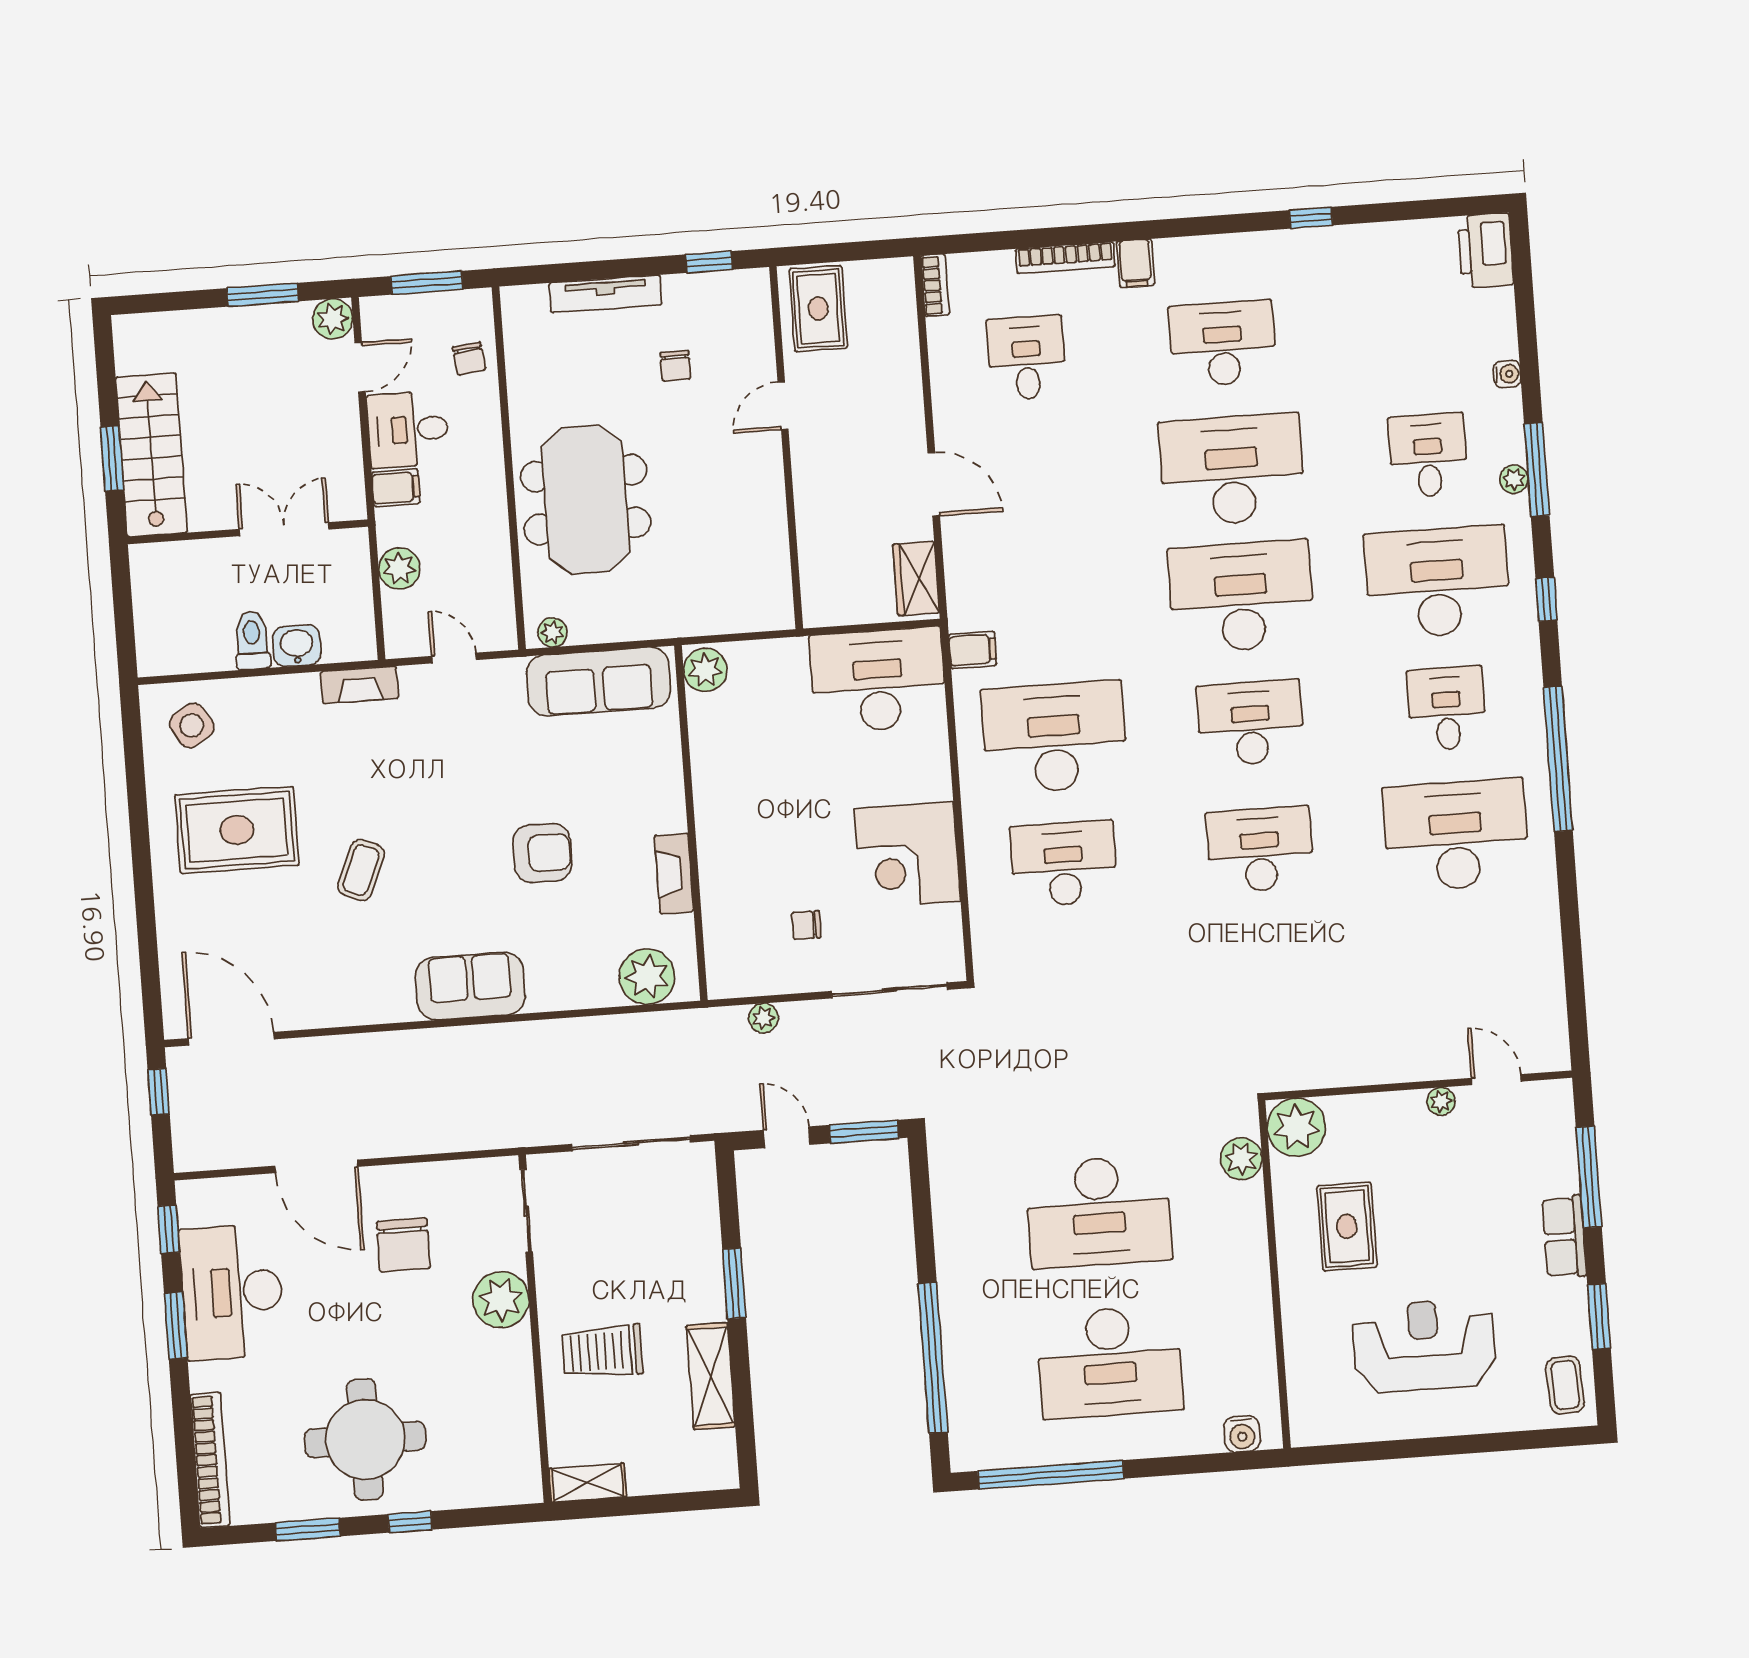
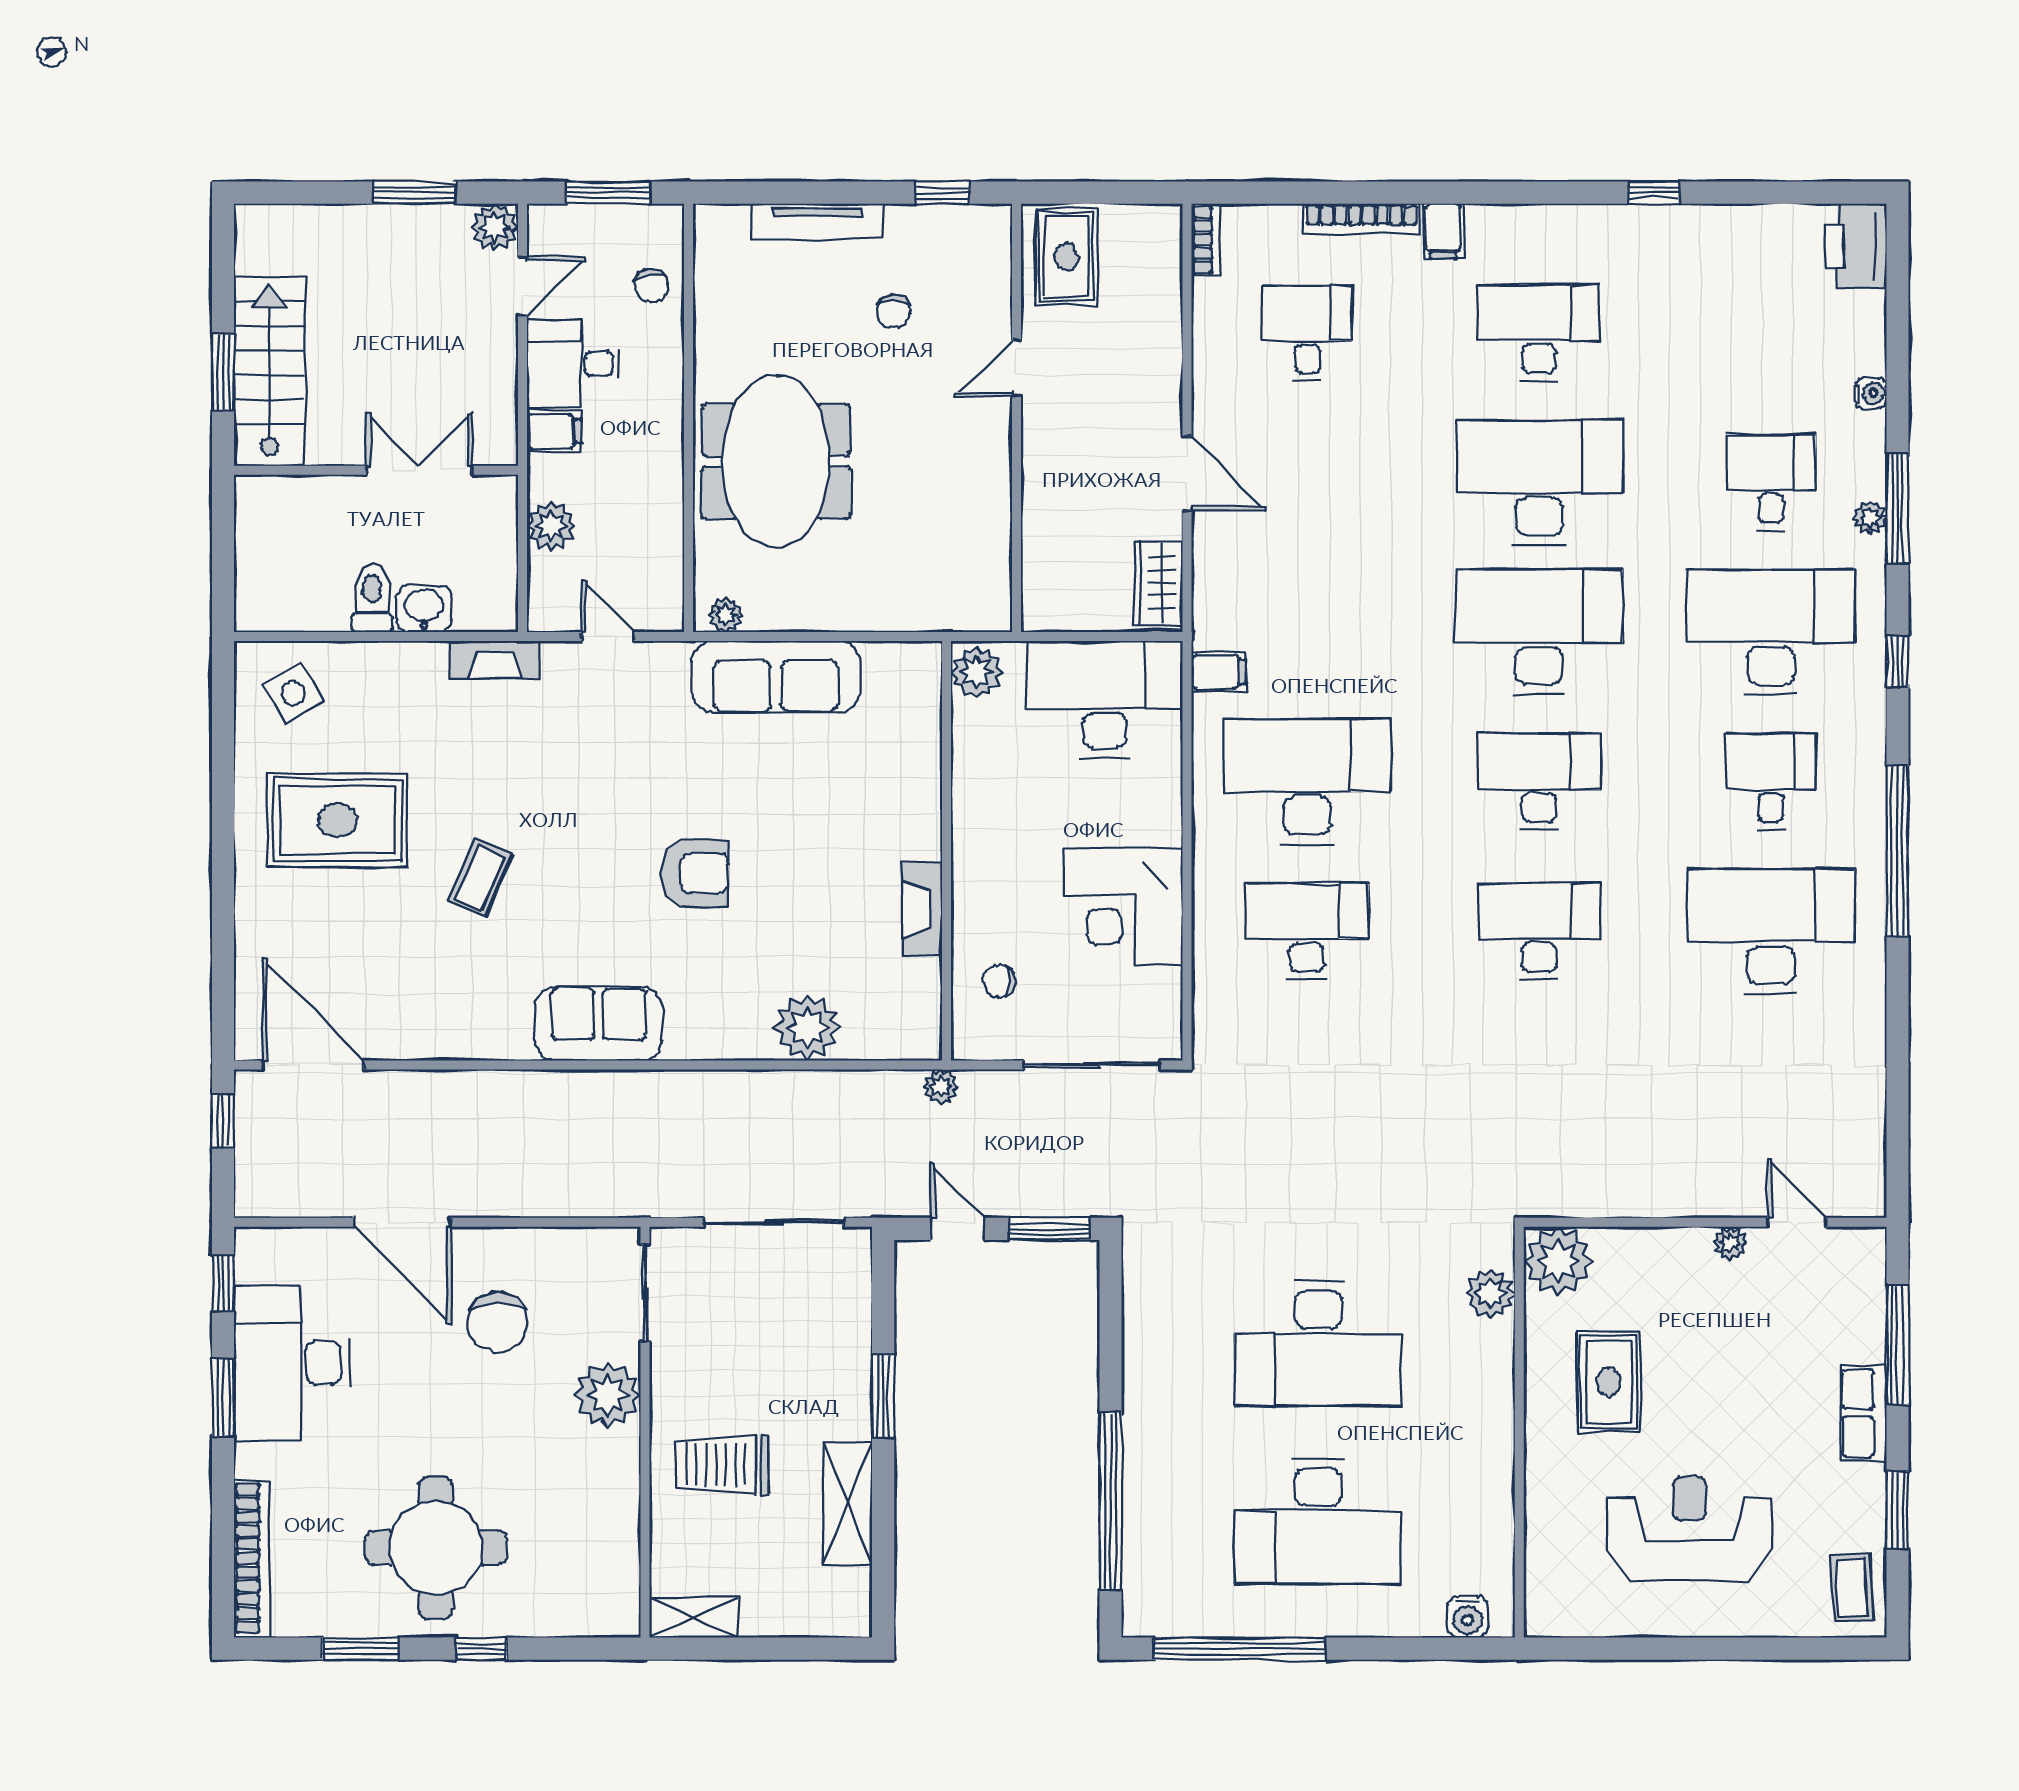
plant: (705, 670) -> (976, 672), moved
wall: (691, 823) -> (947, 851), moved
fireplace: (674, 874) -> (922, 909), moved

